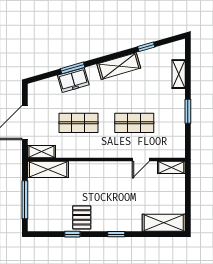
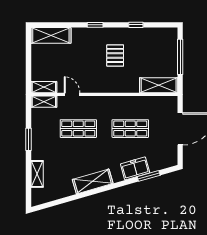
window: (146, 47) -> (67, 199), removed
window: (73, 68) -> (149, 176), moved
shelving: (41, 152) -> (44, 102), moved
door: (141, 160) -> (72, 94), hinge flipped
pallet: (82, 217) -> (115, 55), moved

